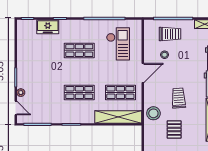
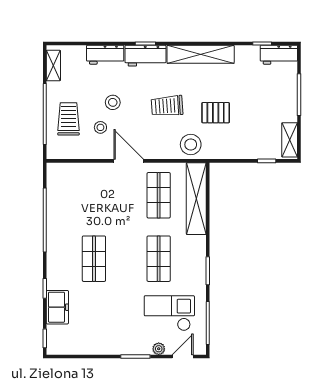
checkout: (118, 44) -> (169, 313), moved
stool: (181, 63) -> (113, 102), added

